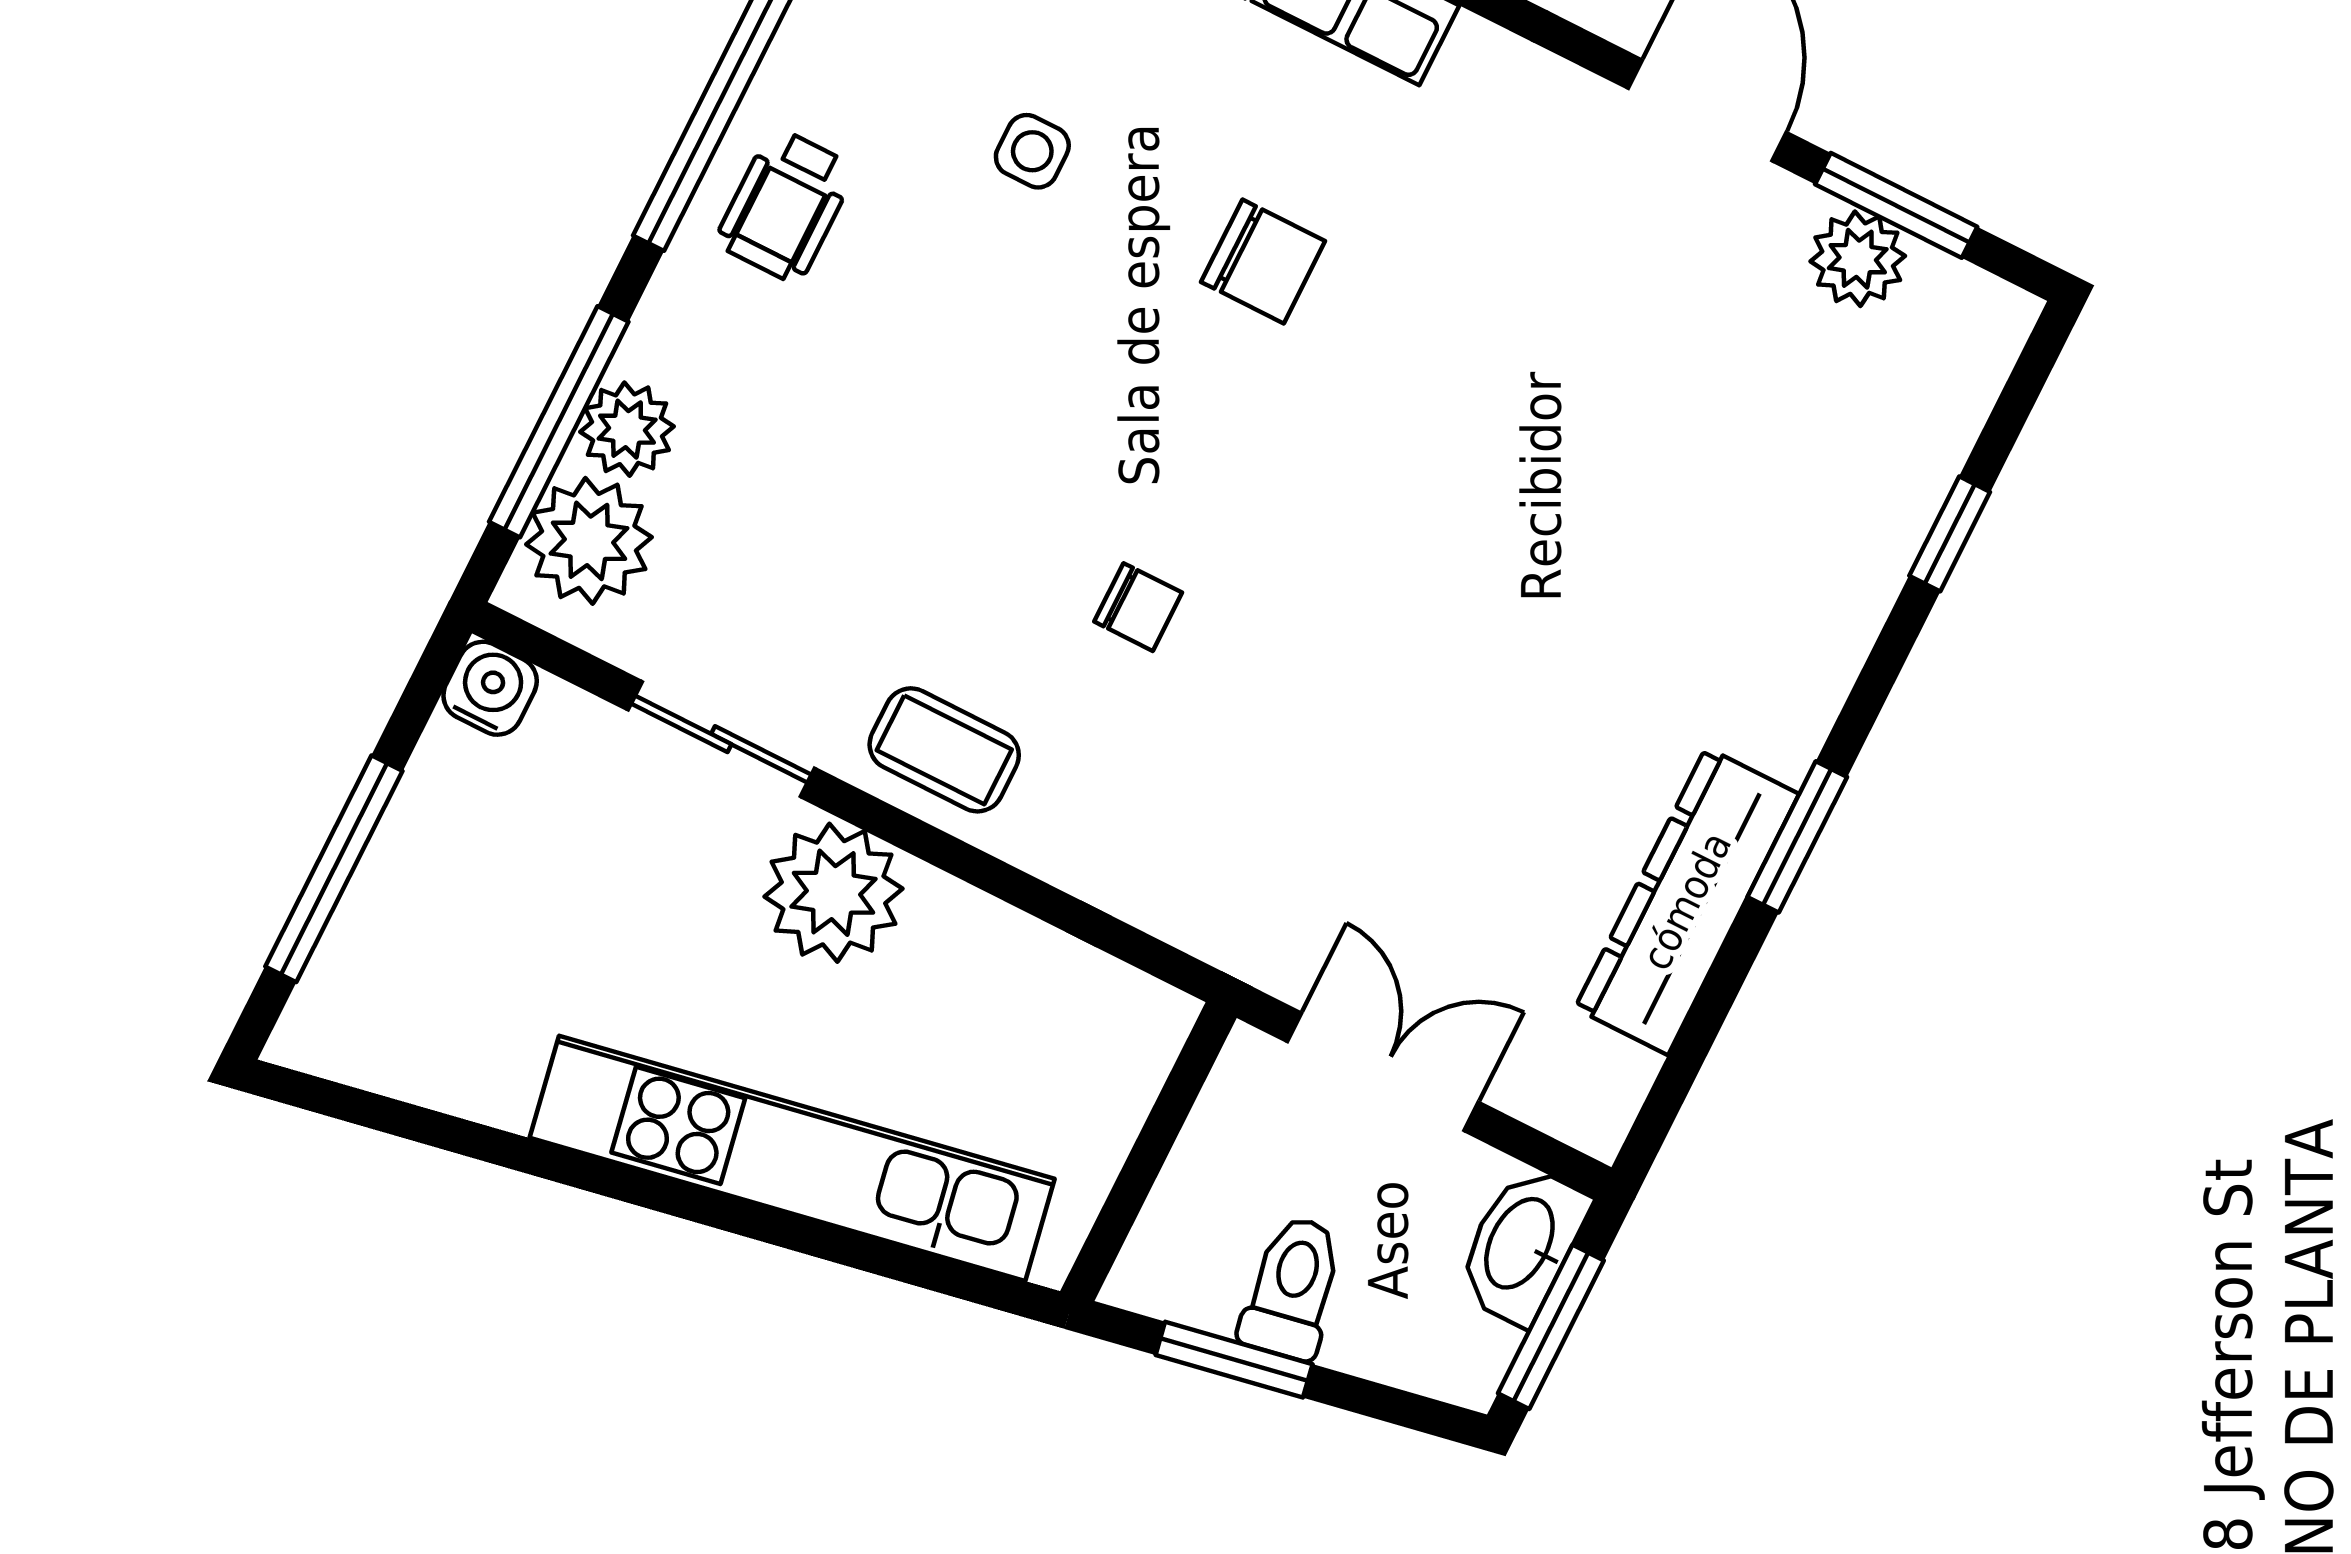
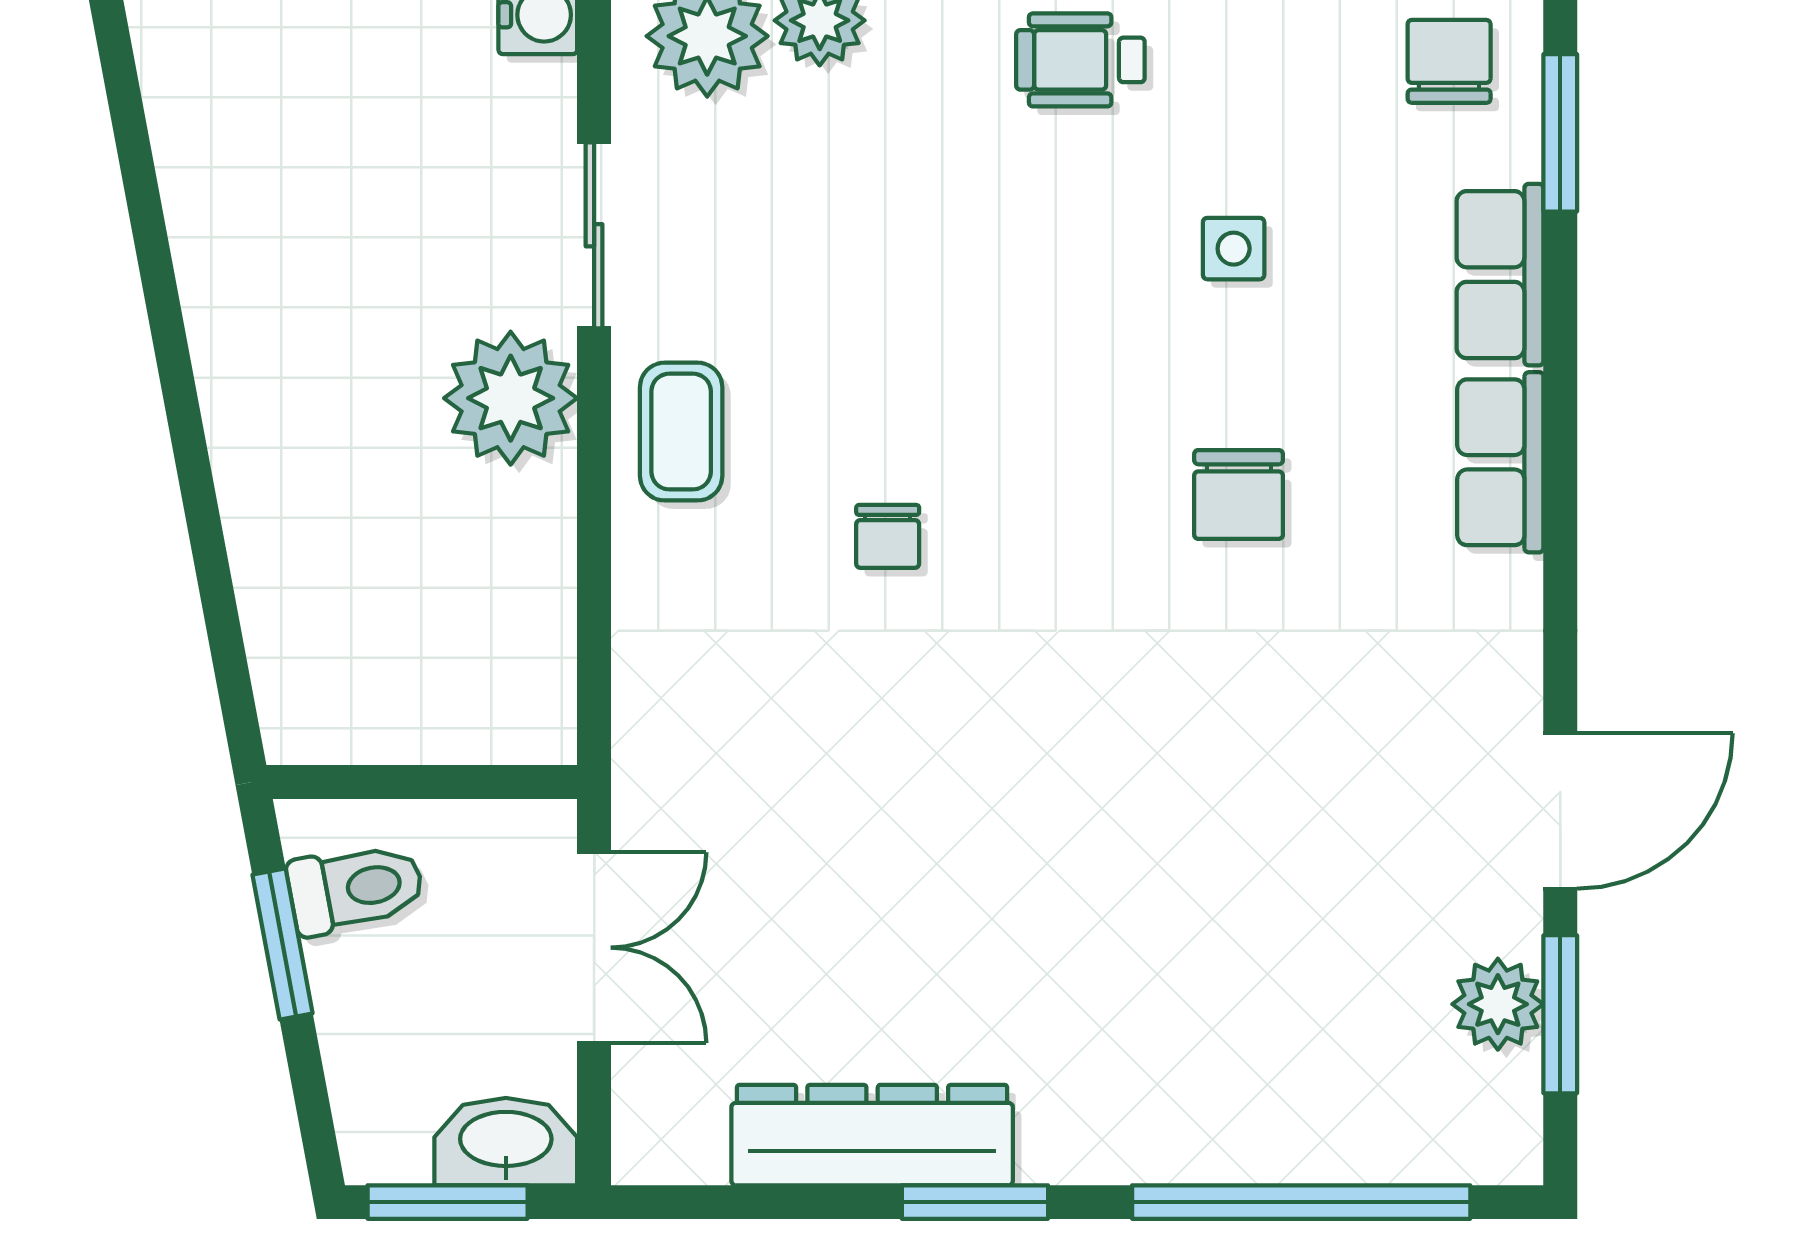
window: (1950, 534) -> (1301, 1202), width x3.17
kitchen unit: (792, 1158) -> (265, 477), removed
toilet: (1292, 1288) -> (356, 888), moved

